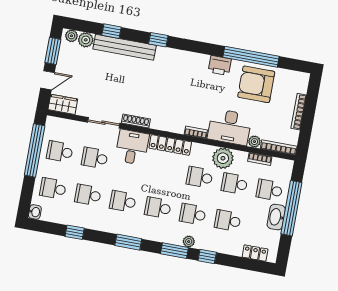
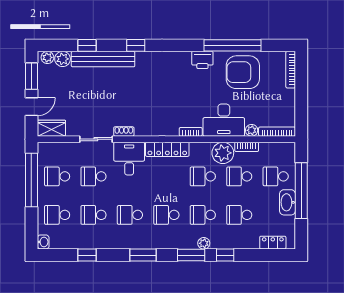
bookcase: (299, 112) -> (291, 70), moved
shoe rack: (136, 121) -> (124, 131), width x0.70
bookcase: (260, 159) -> (247, 147), moved

